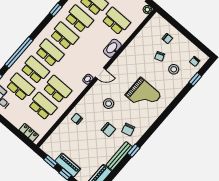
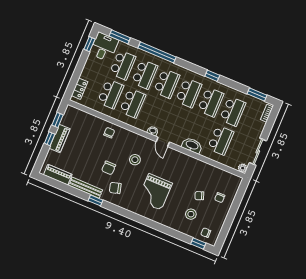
window: (195, 79) -> (198, 244), moved

